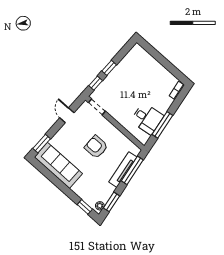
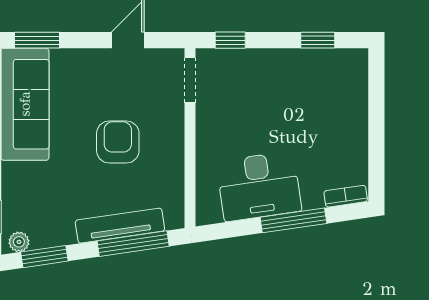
window: (109, 68) -> (318, 40), moved
desk: (147, 119) -> (259, 186), width x1.37
window: (162, 125) -> (293, 220), moved

